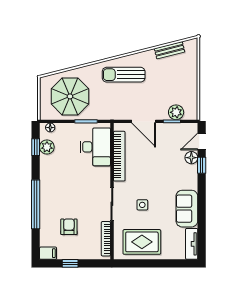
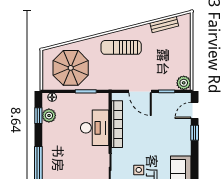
plant: (176, 112) -> (184, 83), moved
desk: (95, 147) -> (95, 128), moved
floor lamp: (191, 158) -> (185, 125), removed

